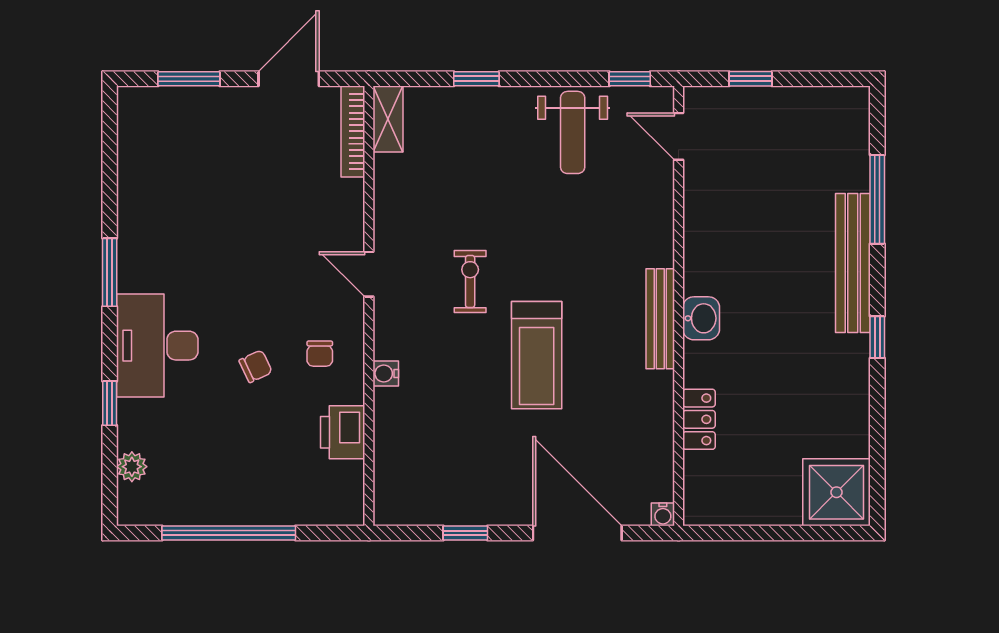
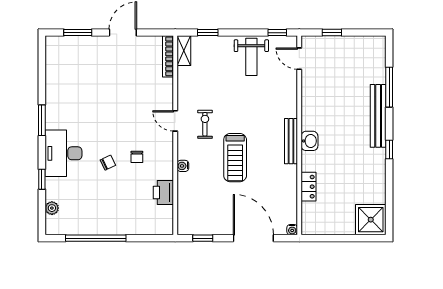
shelving: (388, 119) -> (184, 51), moved
bookcase: (353, 131) -> (168, 56), moved
door: (369, 274) -> (175, 121), moved
wall: (369, 306) -> (175, 135), moved
water cooler: (386, 374) -> (183, 166), moved
printer: (343, 432) -> (163, 192), moved

